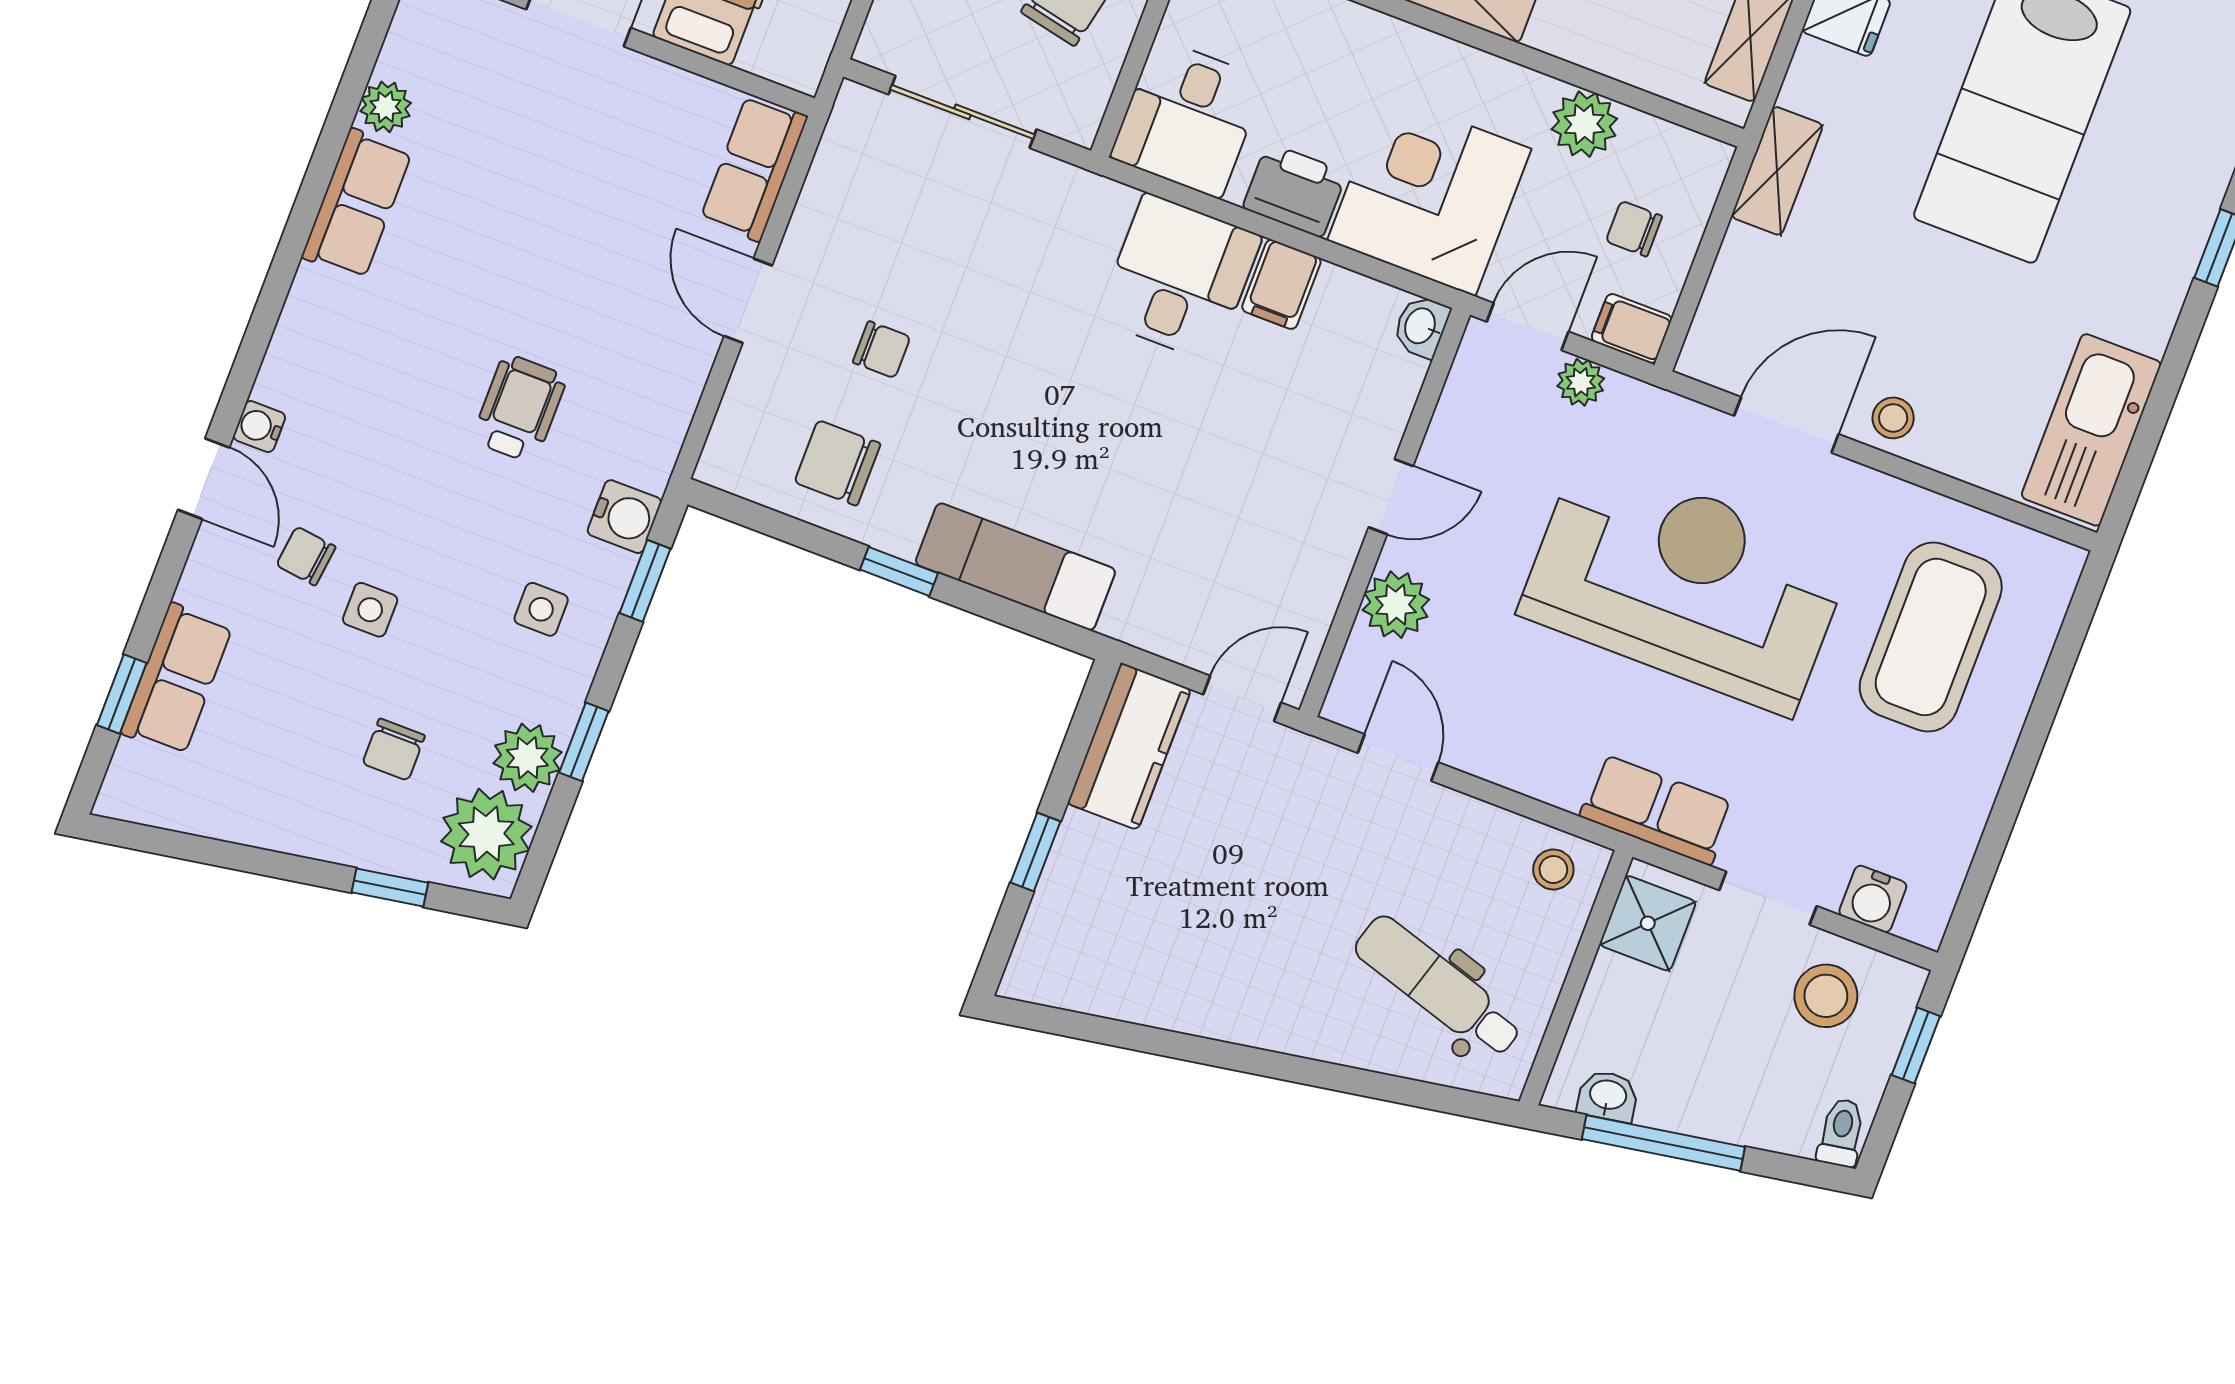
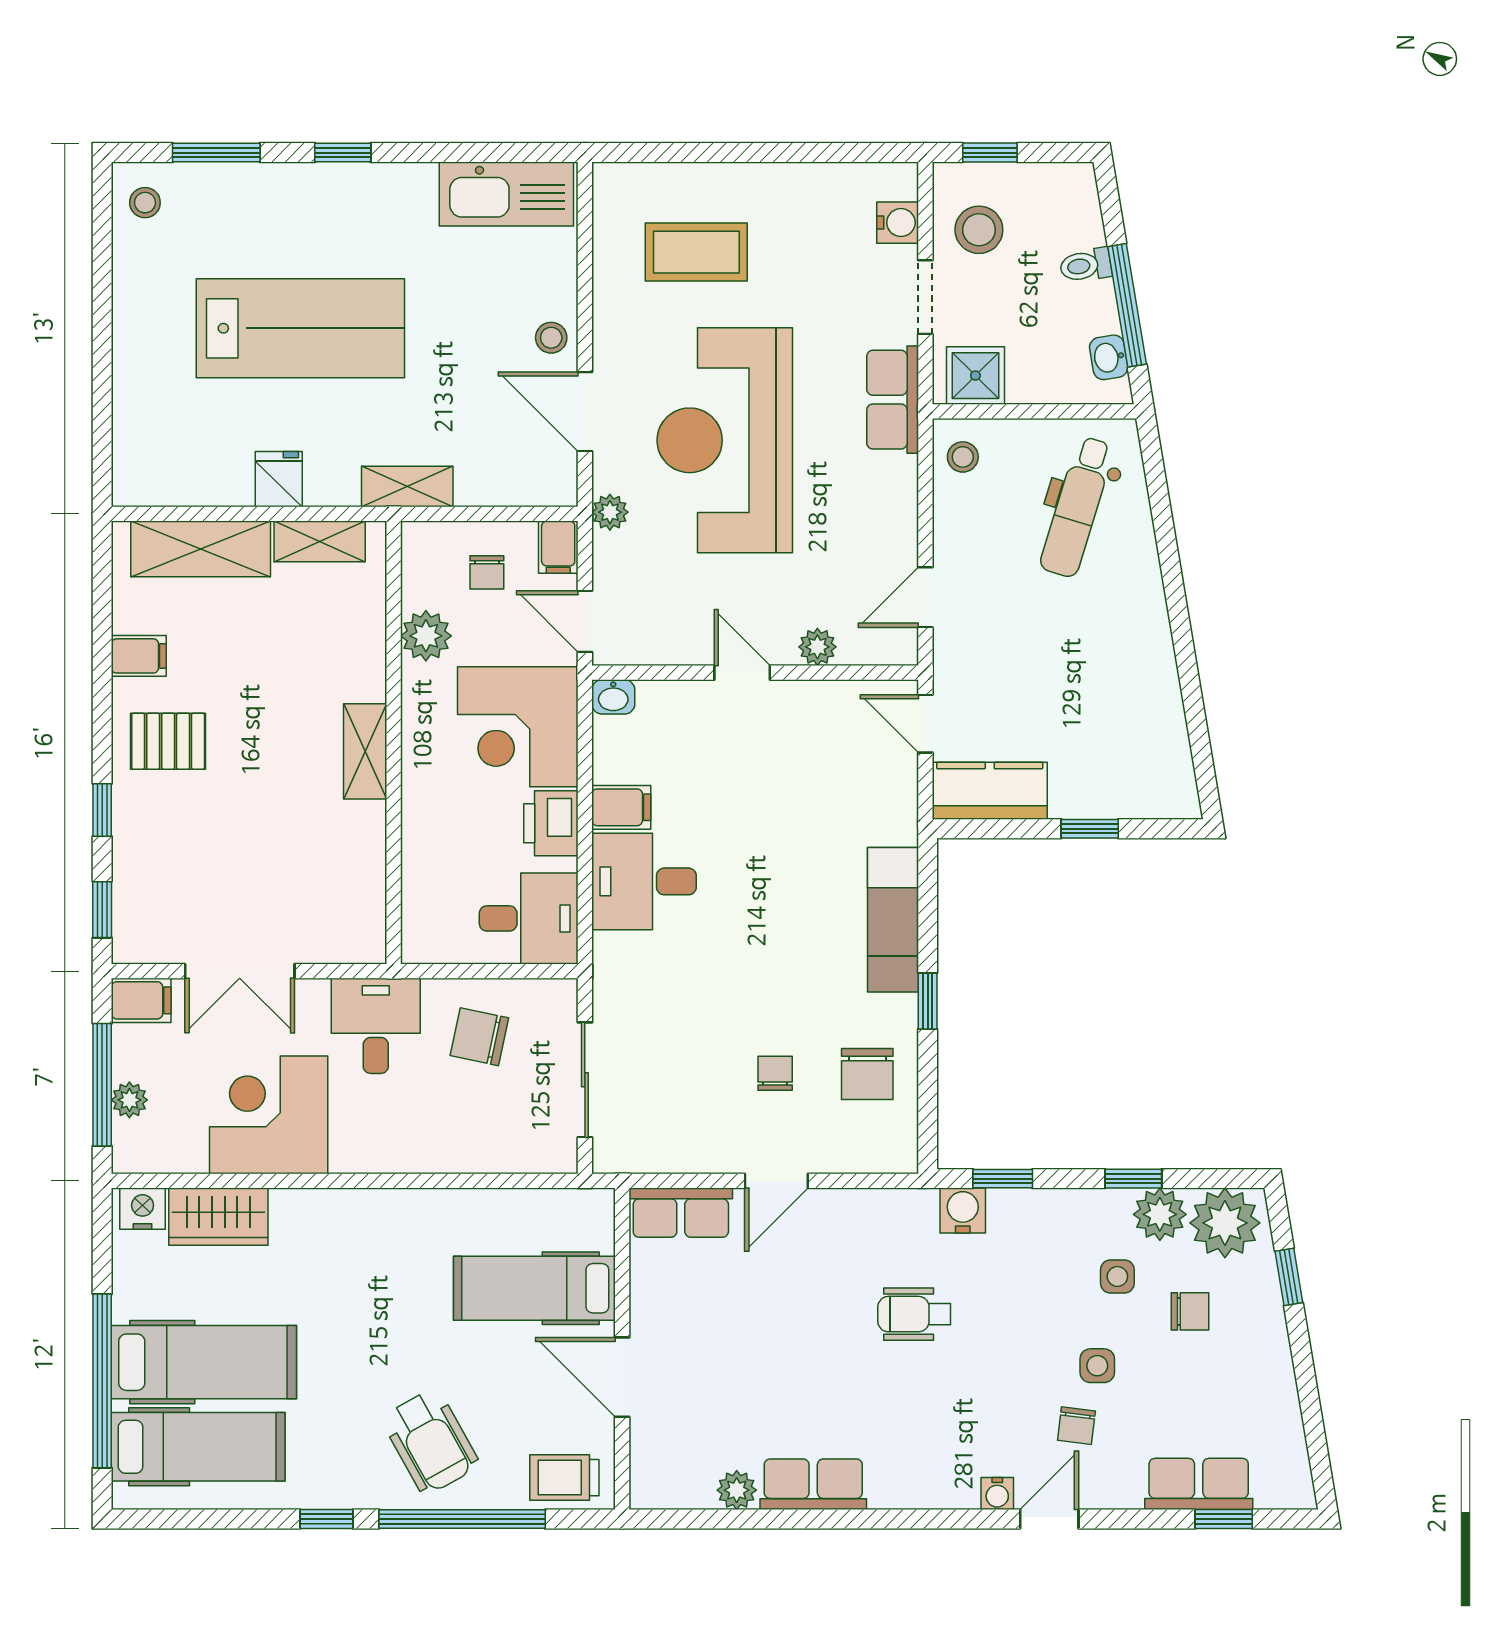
plant: (1581, 382) -> (610, 512), moved
plant: (1396, 605) -> (817, 647), width x0.73, depth x0.73
side table: (541, 609) -> (1117, 1277), moved
coffee table: (1931, 637) -> (696, 252), width x0.73, depth x0.76
toilet: (1841, 1133) -> (1086, 265), moved

